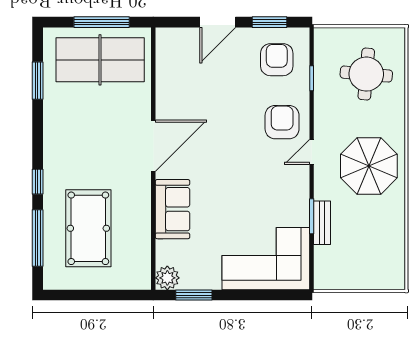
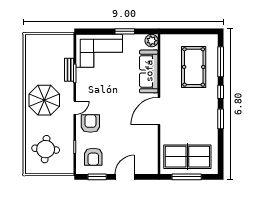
window: (38, 81) -> (221, 119), moved
armchair: (282, 122) -> (90, 124), turned 180
sofa: (173, 209) -> (149, 71), width x1.36
window: (194, 295) -> (125, 31), moved

